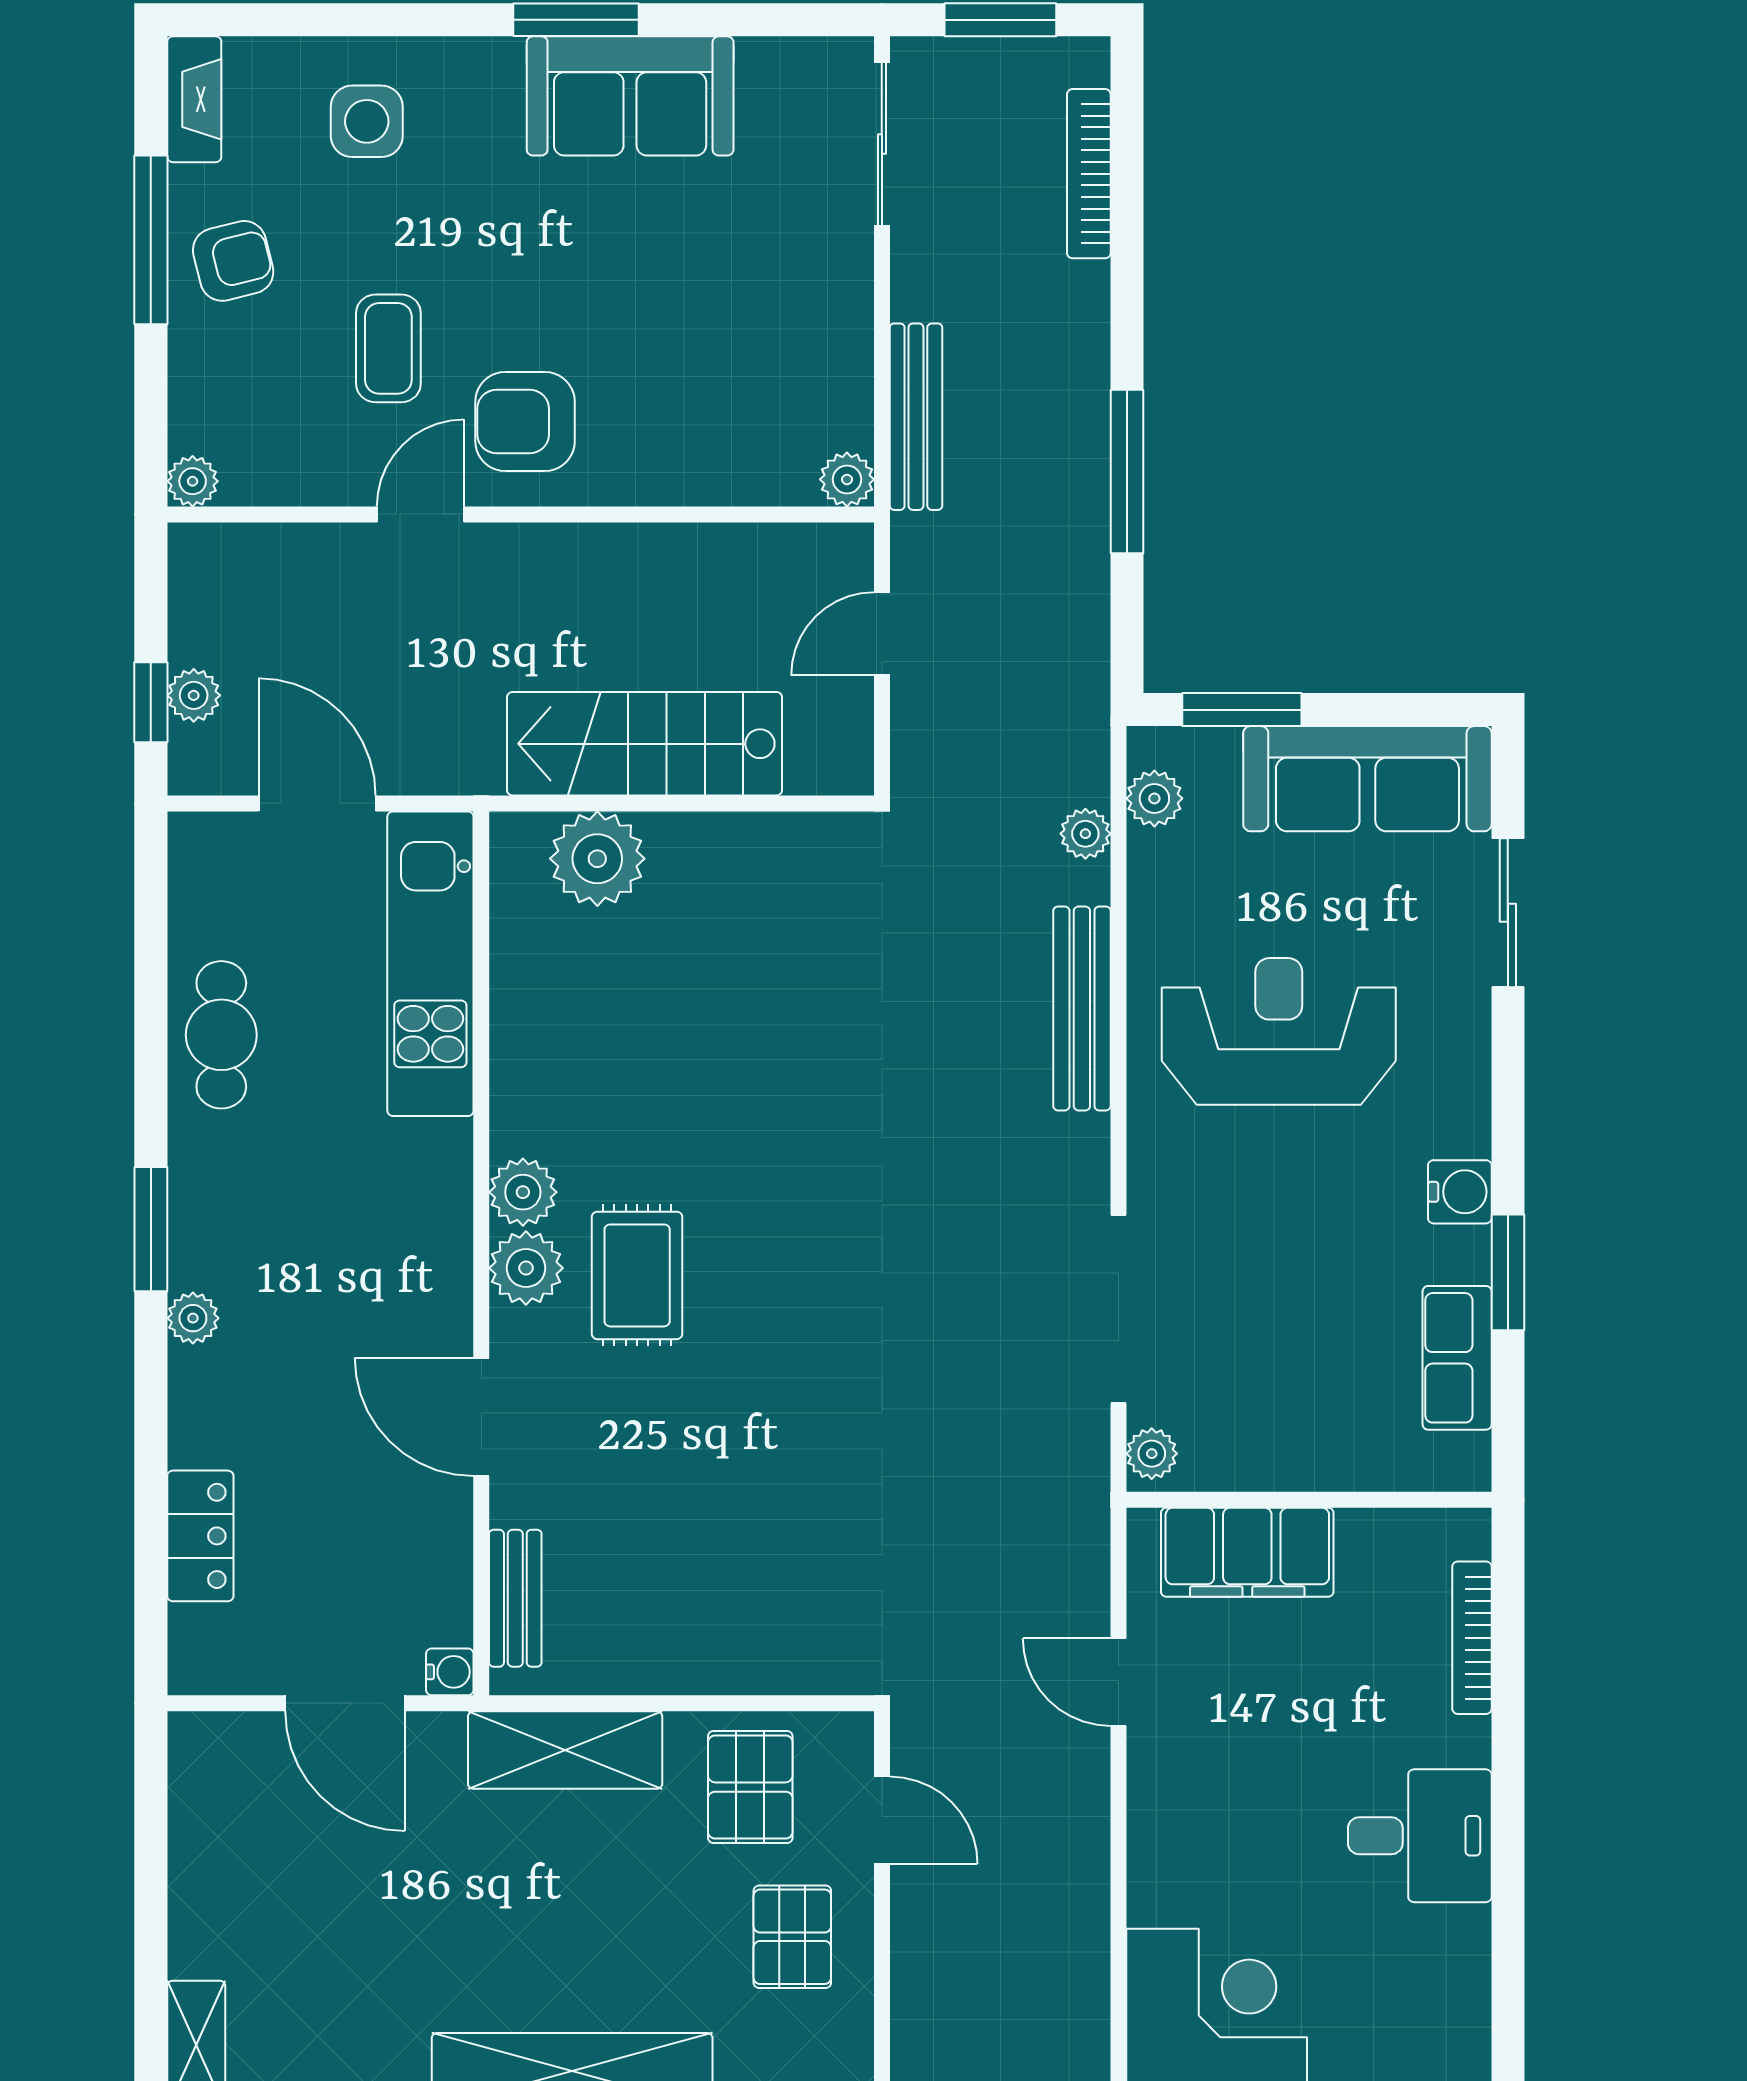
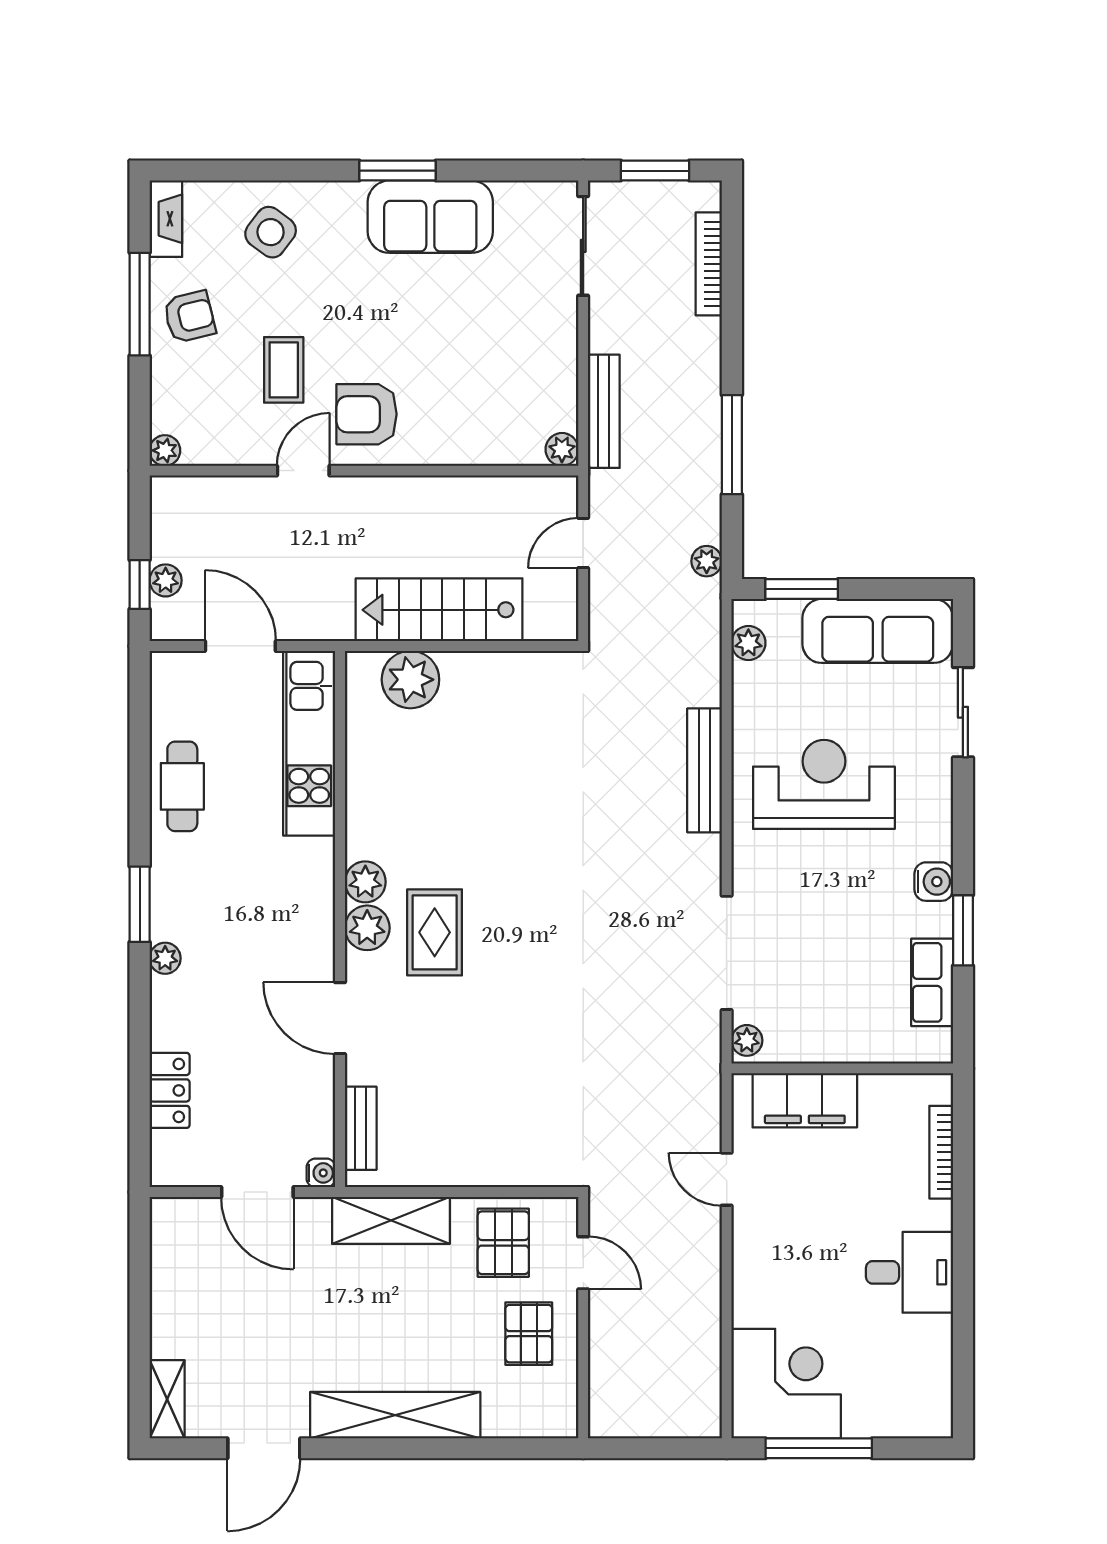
side table: (367, 121) -> (271, 232), turned 37
plant: (1085, 834) -> (707, 561), moved

